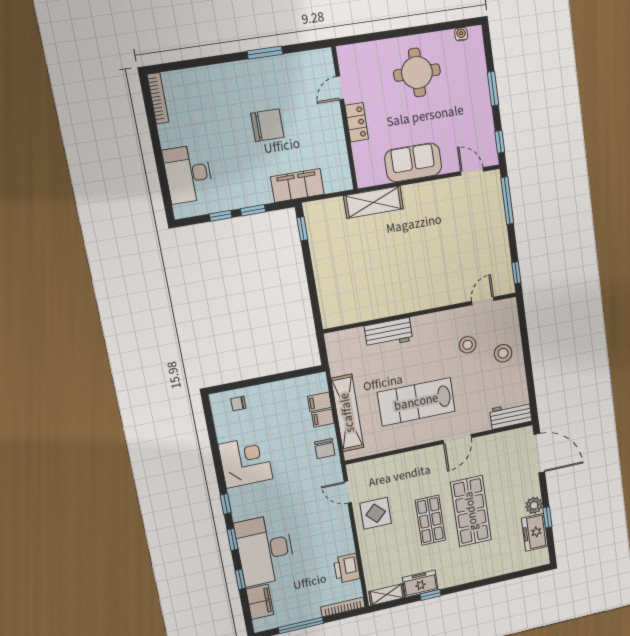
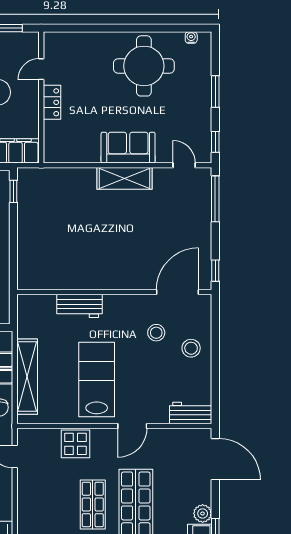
round table: (417, 73) -> (144, 66), width x1.36, depth x1.36
door: (340, 88) -> (41, 69), moved
wall: (345, 119) -> (41, 97), moved
locker: (357, 122) -> (52, 102), moved
shelving: (373, 202) -> (125, 178), moved
door: (483, 301) -> (178, 292), width x1.87
lab bench: (416, 402) -> (97, 380), turned 90
display table: (376, 513) -> (75, 444), moved

